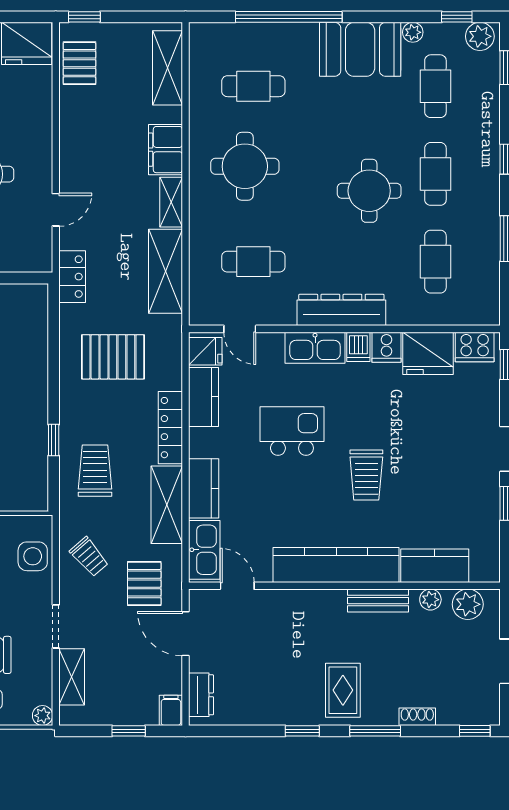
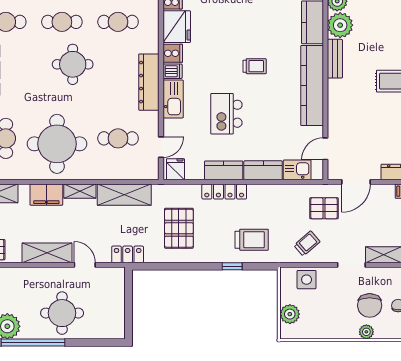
round table: (245, 166) -> (57, 144), width x1.36, depth x1.36
cafe table: (253, 262) -> (118, 138), turned 90
kitchen counter: (204, 397) -> (224, 170), moved
trolley: (95, 471) -> (252, 240), turned 180
trolley: (366, 475) -> (255, 66), width x0.73, depth x0.72
shelving: (167, 505) -> (47, 253), moved
kitchen sink: (204, 550) -> (297, 170), width x0.73
plant: (430, 600) -> (340, 25), width x1.88, depth x1.88

